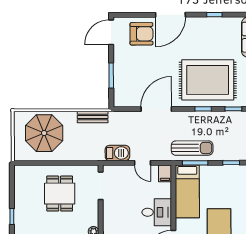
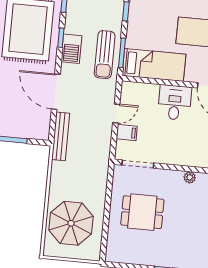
bench: (93, 117) -> (61, 136), moved, width x1.36
sun lounger: (192, 148) -> (105, 55), turned 180
barbecue: (117, 153) -> (71, 49), moved, turned 180
filing cabinet: (165, 173) -> (127, 132), moved

